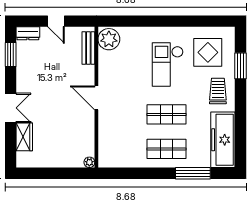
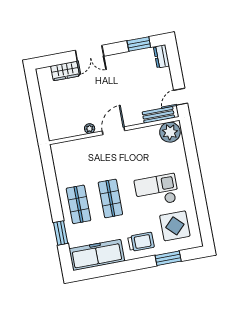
door: (56, 21) -> (181, 97), moved
plant: (89, 162) -> (90, 129), moved
window: (193, 173) -> (61, 233), width x0.69

